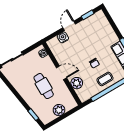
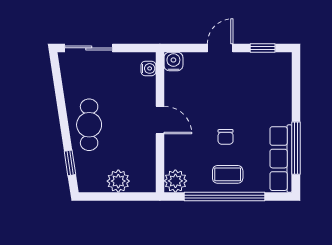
water cooler: (63, 37) -> (173, 61), moved
plant: (77, 83) -> (175, 181), moved
cafe table: (44, 86) -> (89, 125), moved

